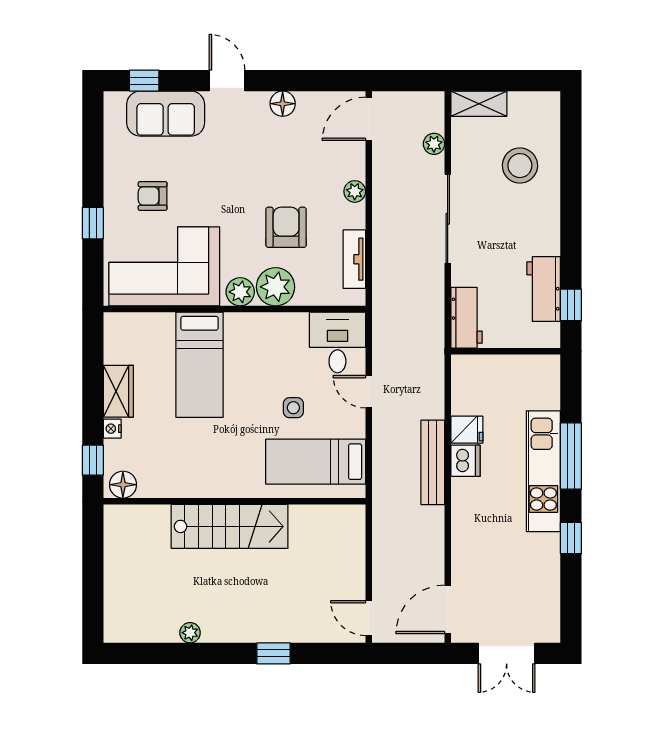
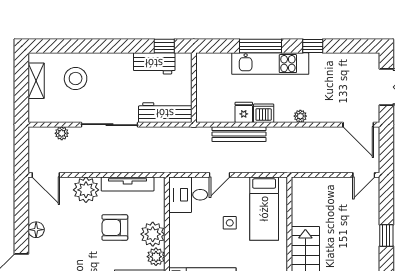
shelving: (479, 104) -> (36, 81), moved
plant: (355, 191) -> (86, 190), width x1.87, depth x1.87
tv unit: (354, 259) -> (128, 184), width x1.41
workbench: (467, 318) -> (165, 113), width x1.37
bench: (433, 462) -> (239, 134), moved
plant: (461, 518) -> (300, 116), added

